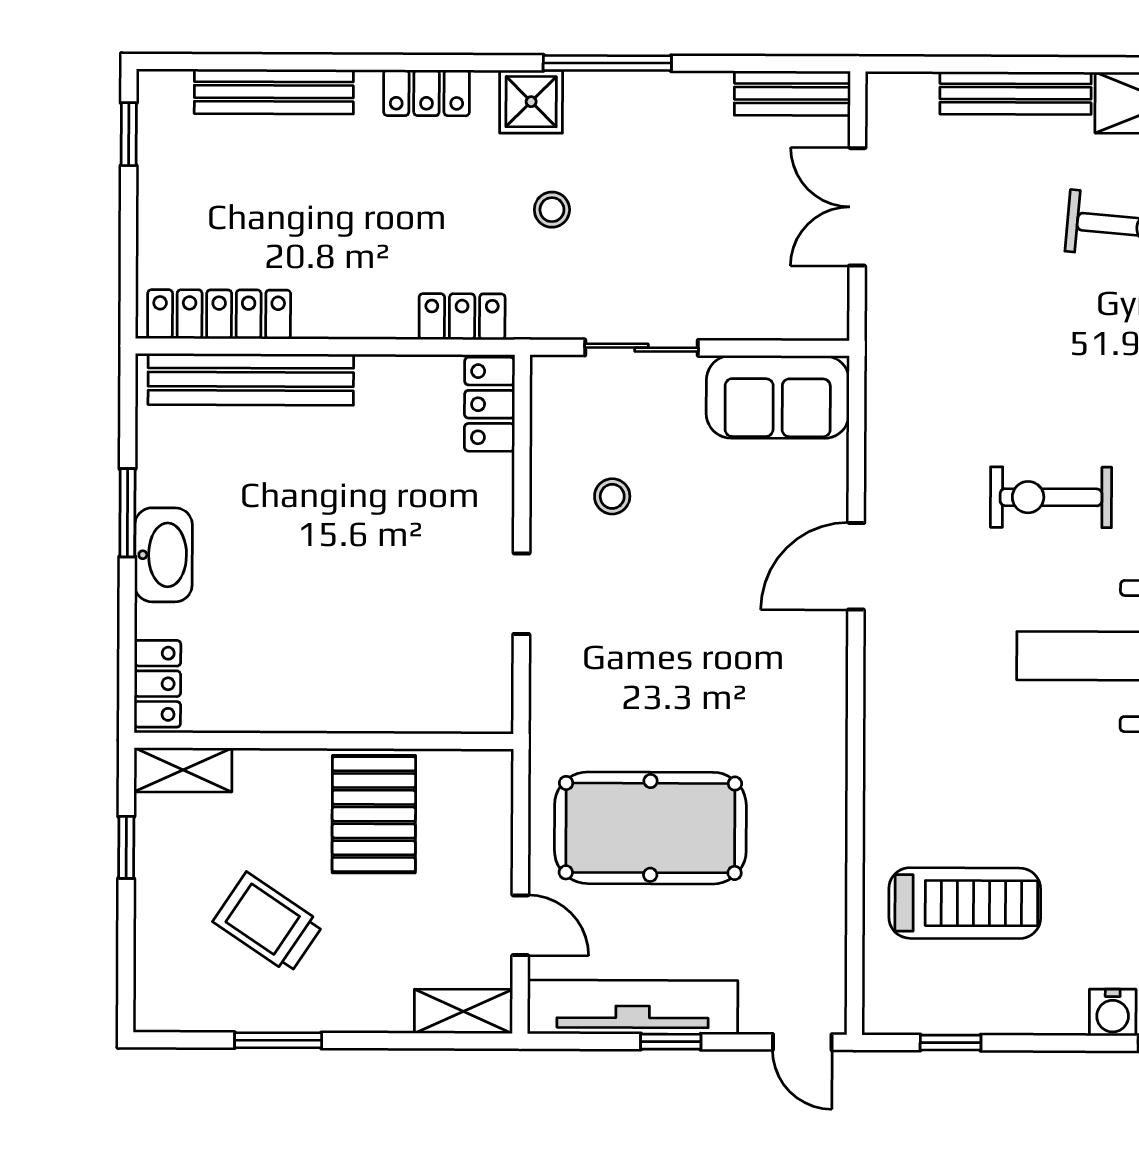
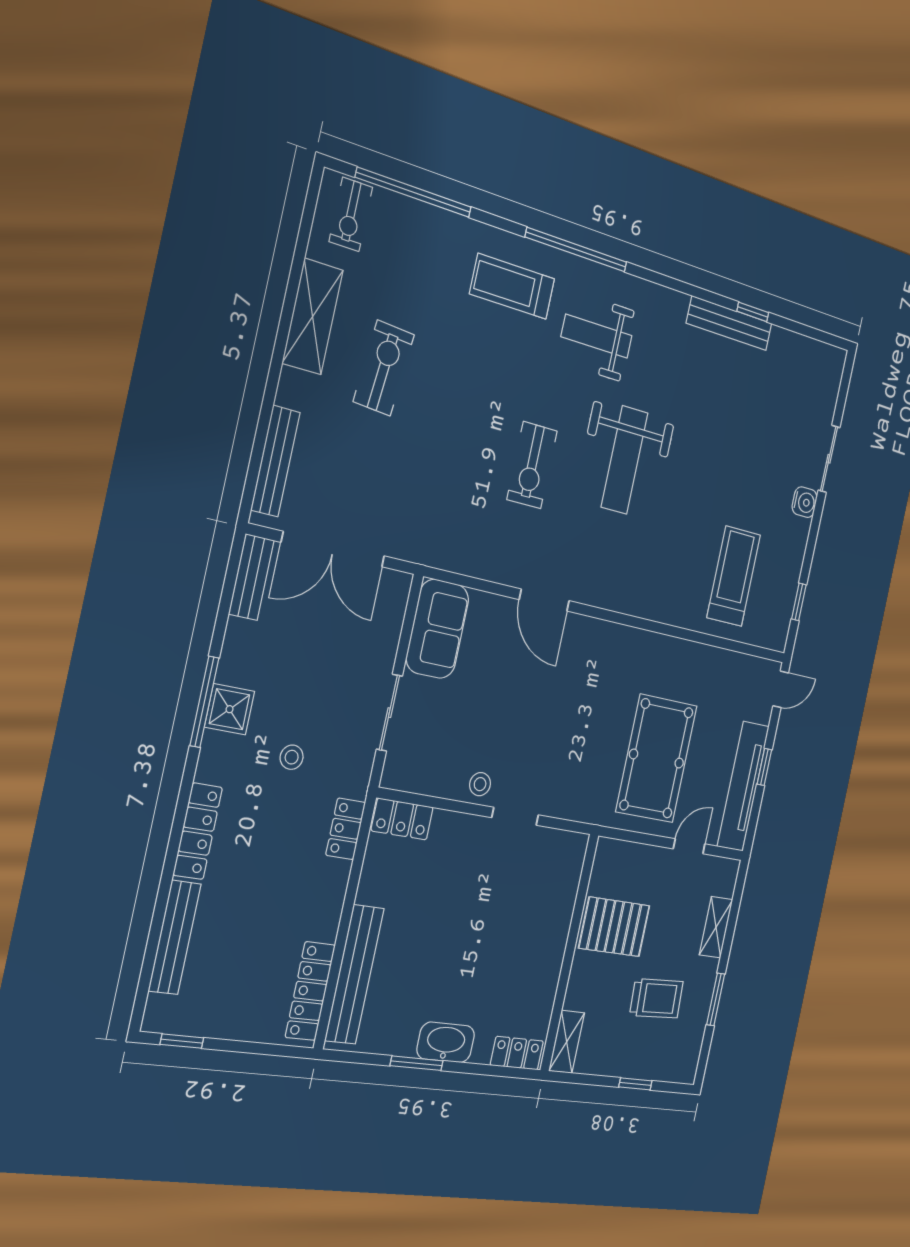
locker: (427, 93) -> (198, 831), width x1.53
bench: (1016, 93) -> (275, 461), moved
shower: (531, 102) -> (230, 709), moved
double door: (857, 207) -> (333, 549), width x1.37
stool: (612, 496) -> (480, 784), moved
window: (126, 847) -> (635, 1084), moved
trolley: (268, 923) -> (656, 998), turned -127
shelving: (463, 1011) -> (716, 927), moved

